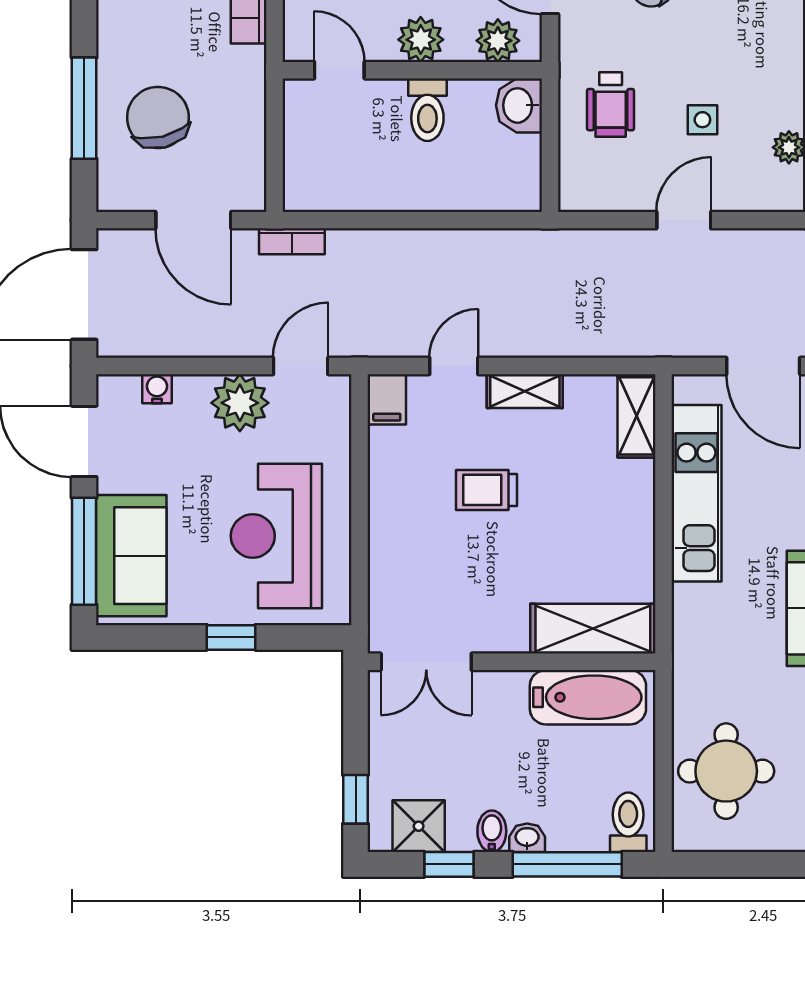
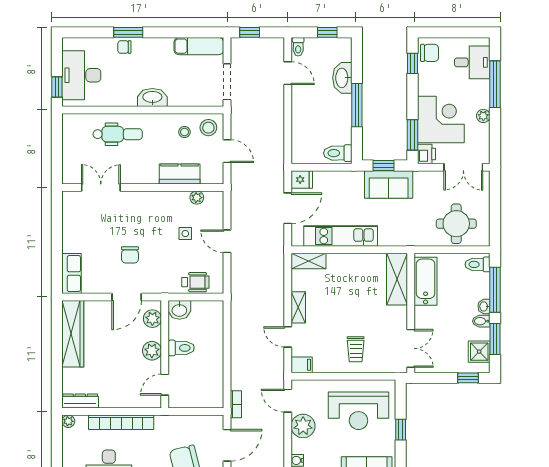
wheelchair: (611, 104) -> (195, 282), moved
trolley: (486, 490) -> (356, 349), moved
window: (449, 864) -> (495, 339), width x1.50

